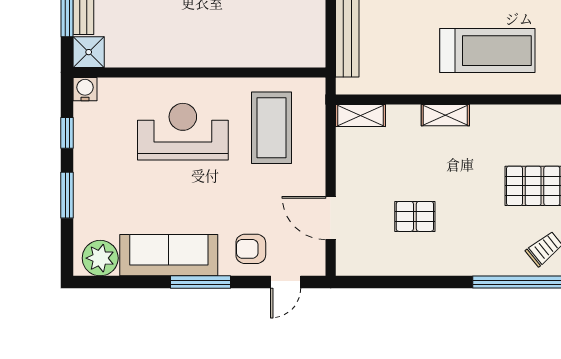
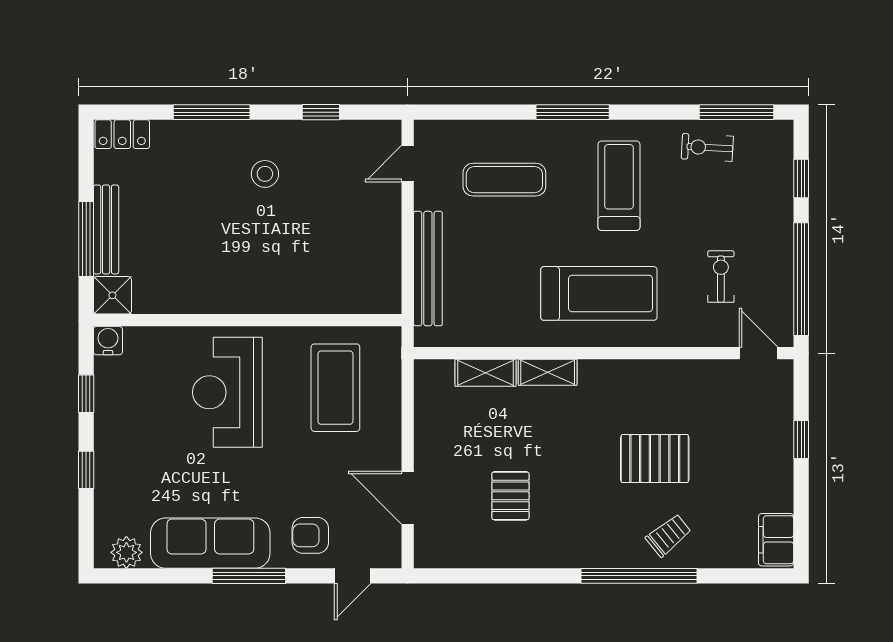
shelving: (360, 116) -> (485, 373), moved
reception desk: (183, 132) -> (227, 392), turned -90
window: (67, 195) -> (86, 470), width x0.67
pallet: (415, 216) -> (510, 496), turned 90
plant: (100, 258) -> (126, 552), width x0.73, depth x0.73

